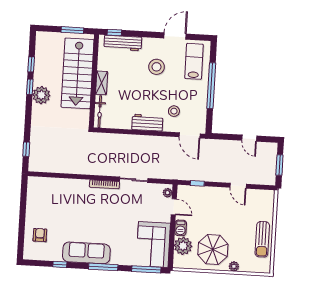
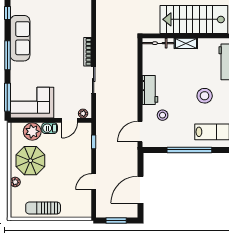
door: (249, 138) -> (141, 190), width x1.87

